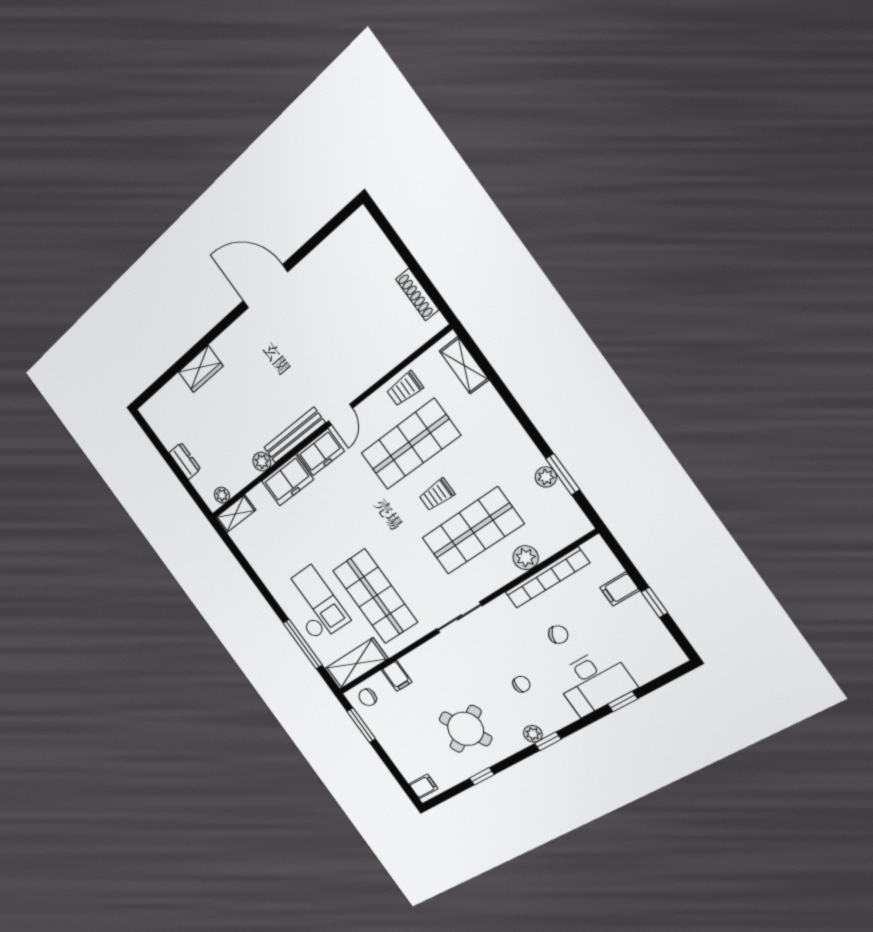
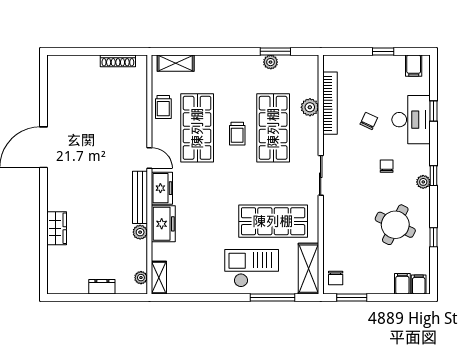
filing cabinet: (620, 589) -> (414, 66), moved
filing cabinet: (397, 676) -> (402, 284), moved, turned -90
round table: (466, 729) -> (395, 225), turned -34

